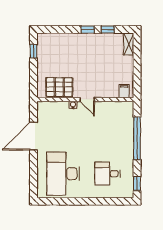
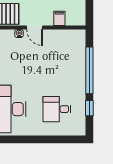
filing cabinet: (124, 91) -> (59, 18), moved
window: (137, 183) -> (89, 108), moved

